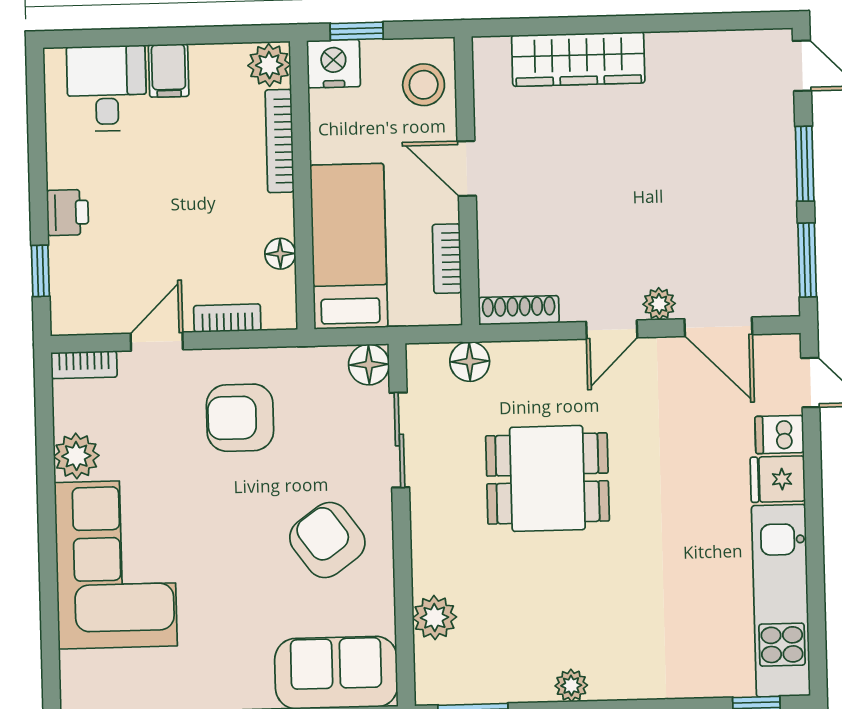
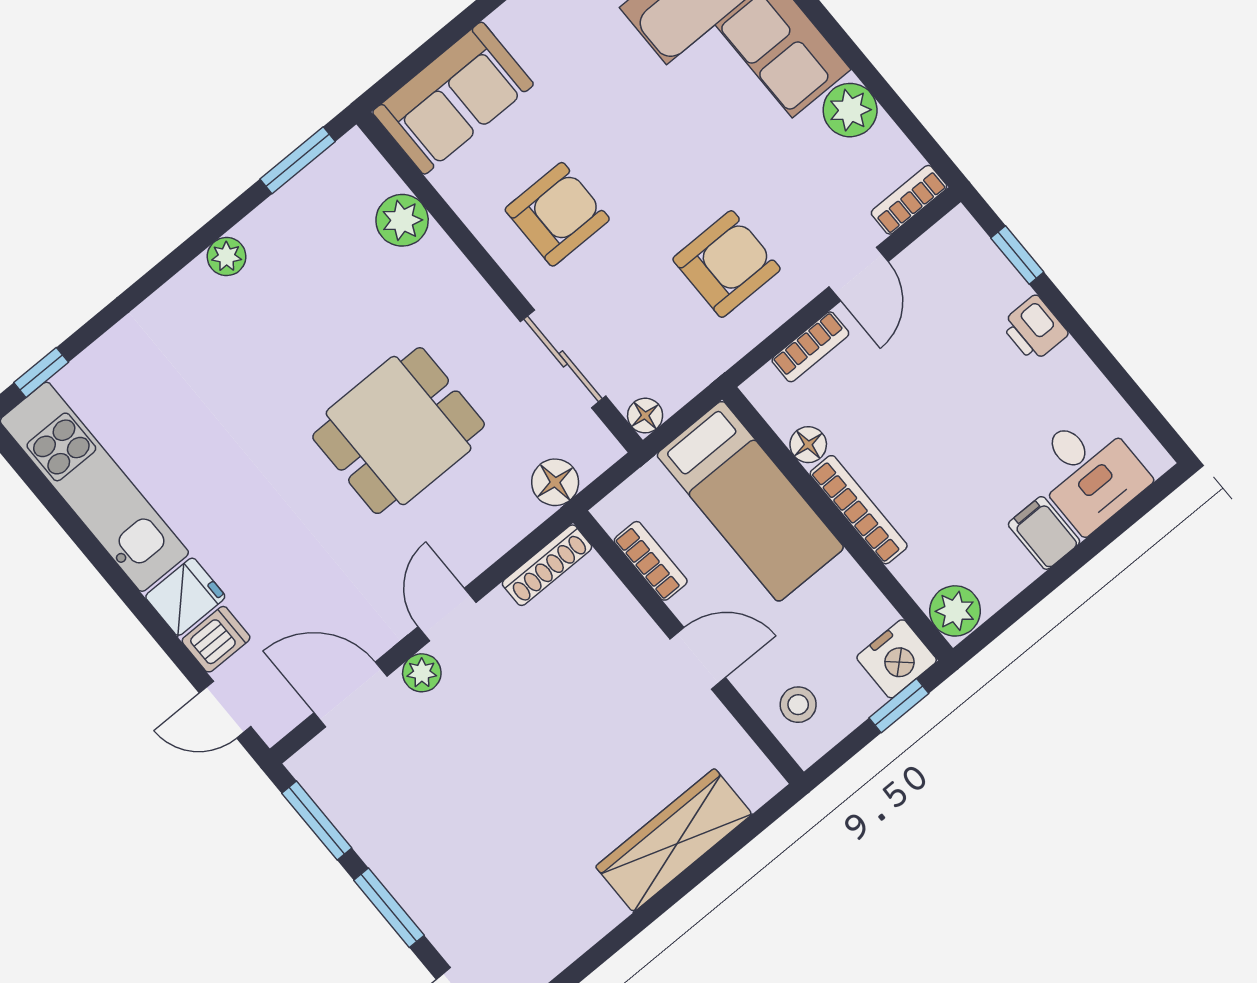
stool: (424, 85) -> (798, 705), width x0.73, depth x0.73
bookcase: (280, 141) -> (859, 510), moved
floor lamp: (369, 365) -> (645, 416), width x0.73, depth x0.73
armchair: (327, 540) -> (557, 214), turned -54

